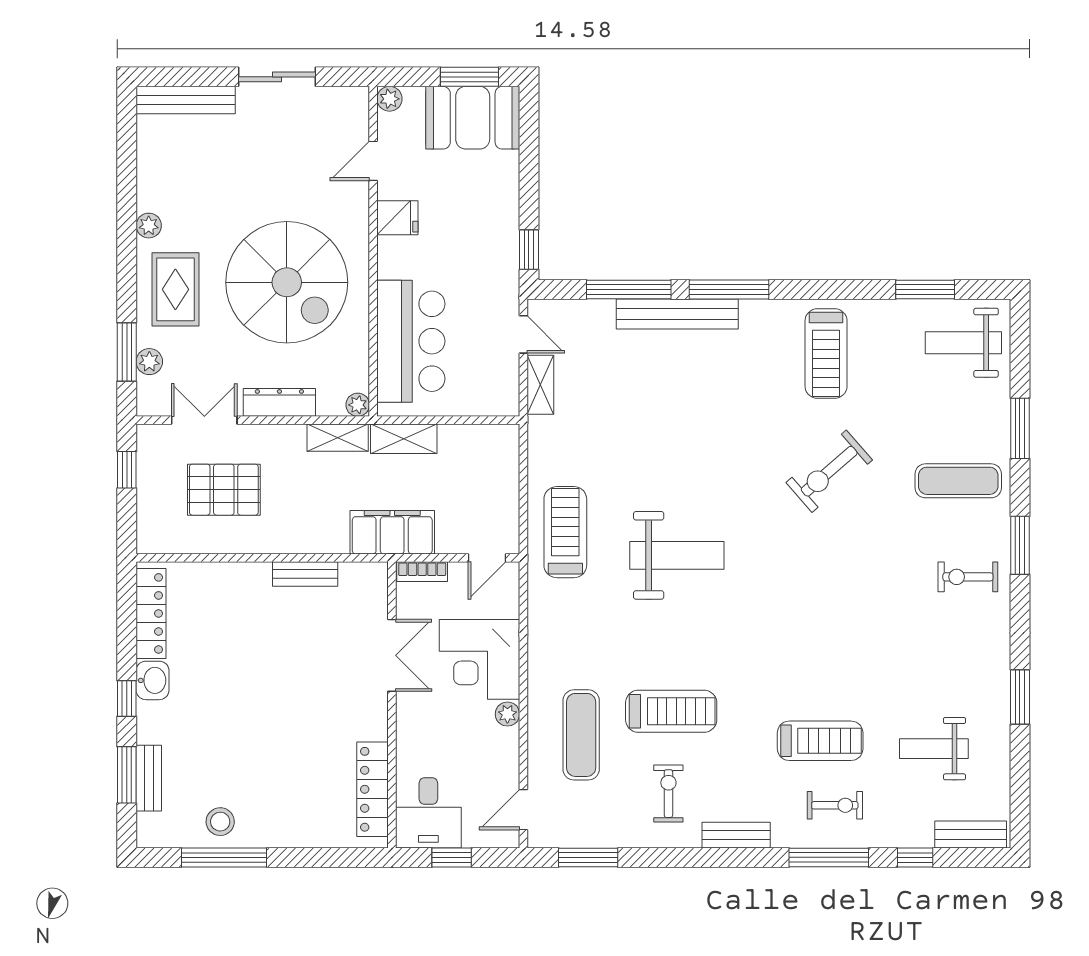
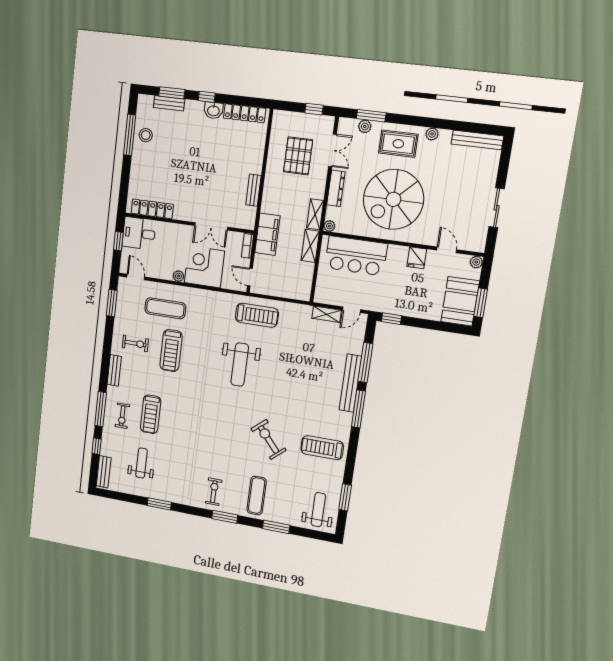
bench: (186, 100) -> (477, 140), moved, turned 90

